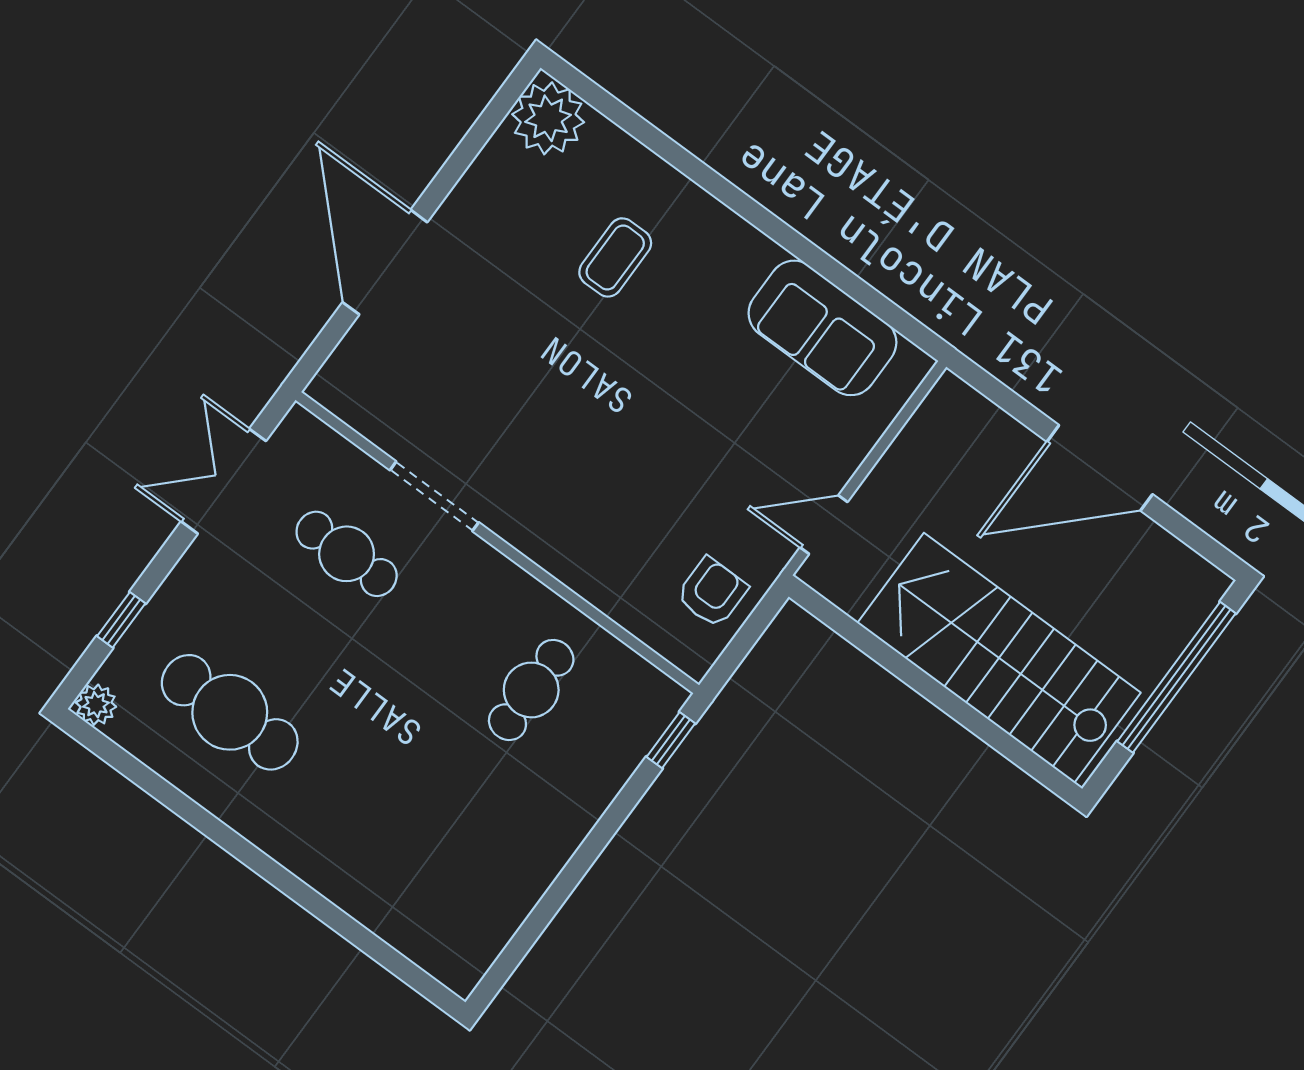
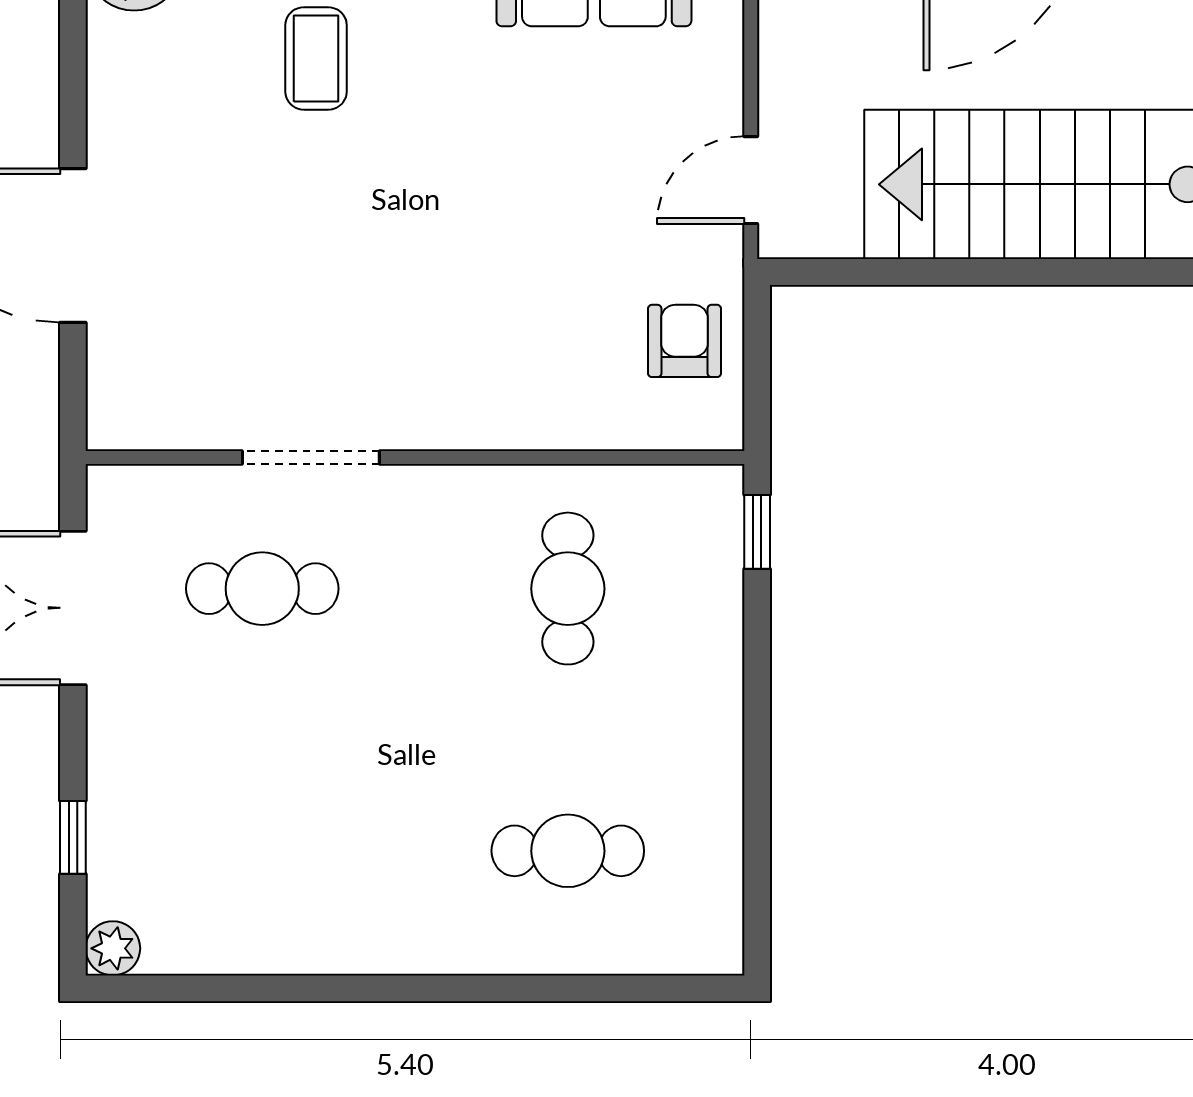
cafe table: (230, 712) -> (568, 851), moved, width x0.73, depth x0.74

